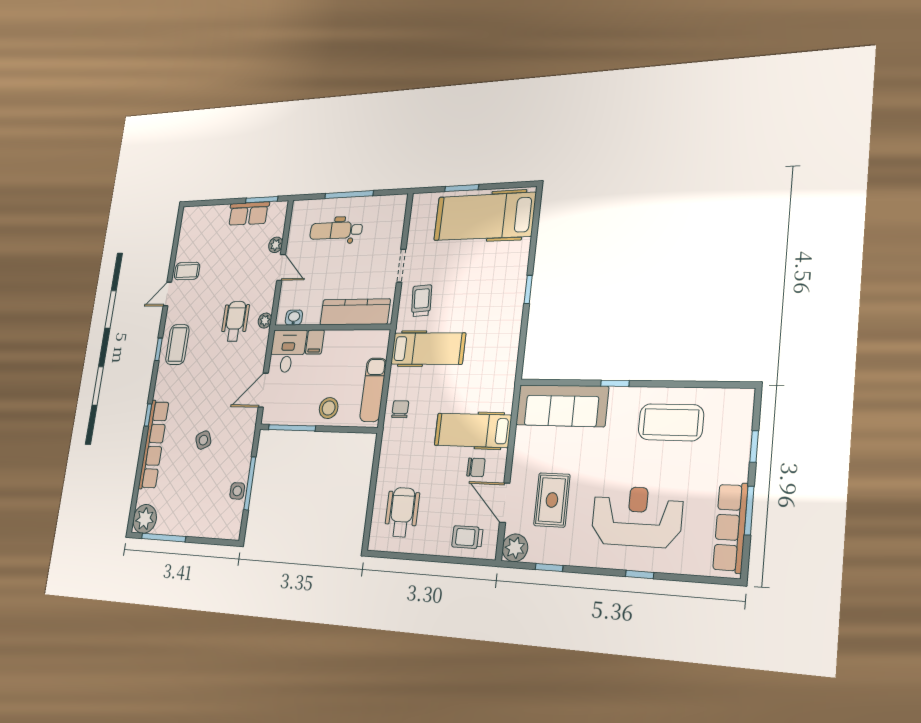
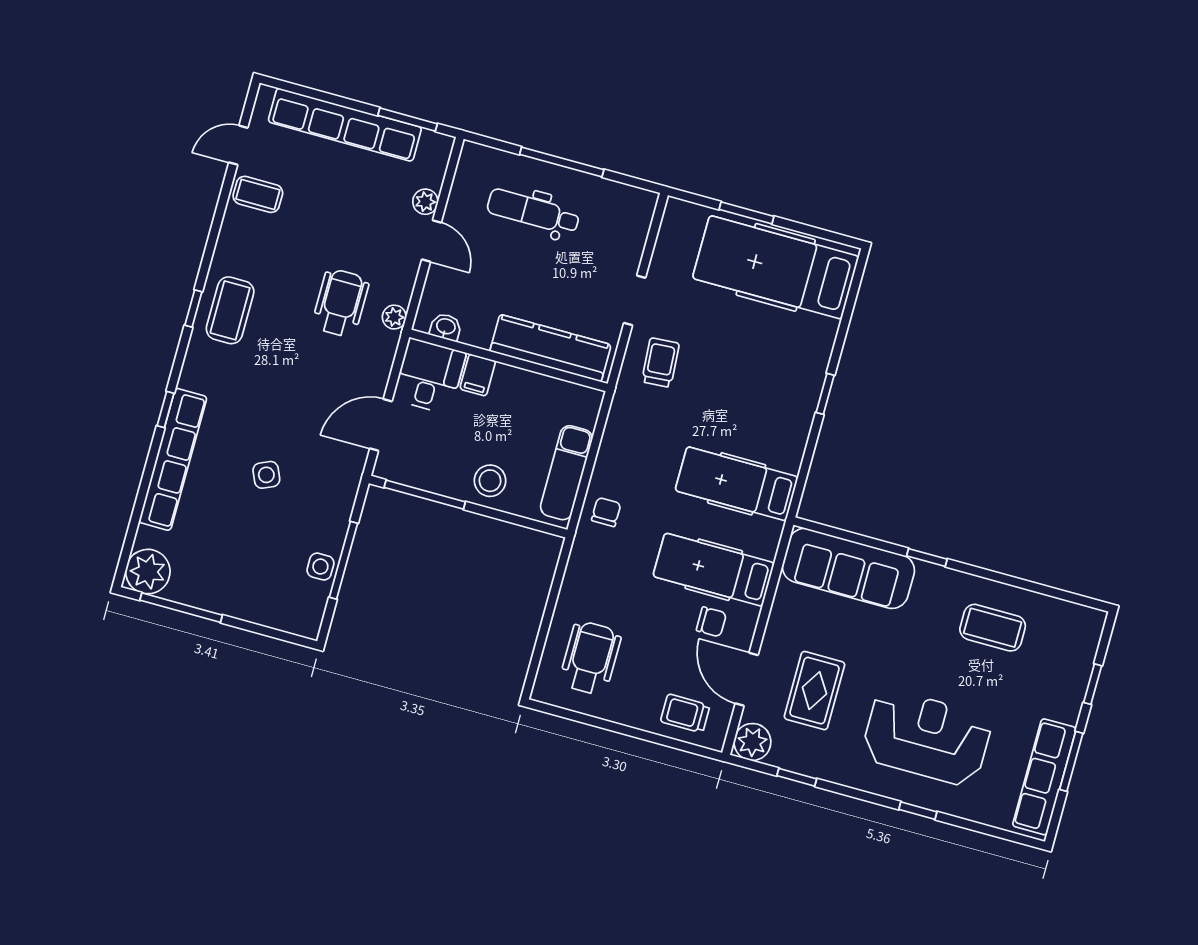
row of seats: (249, 214) -> (345, 125), width x2.02
door: (167, 294) -> (238, 145), moved
hospital bed: (428, 349) -> (737, 484), moved, turned 180
coffee table: (671, 422) -> (993, 628), width x0.73, depth x0.76

